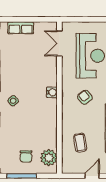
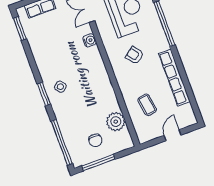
water cooler: (52, 92) -> (90, 40), moved
plant: (49, 158) -> (116, 122), moved

